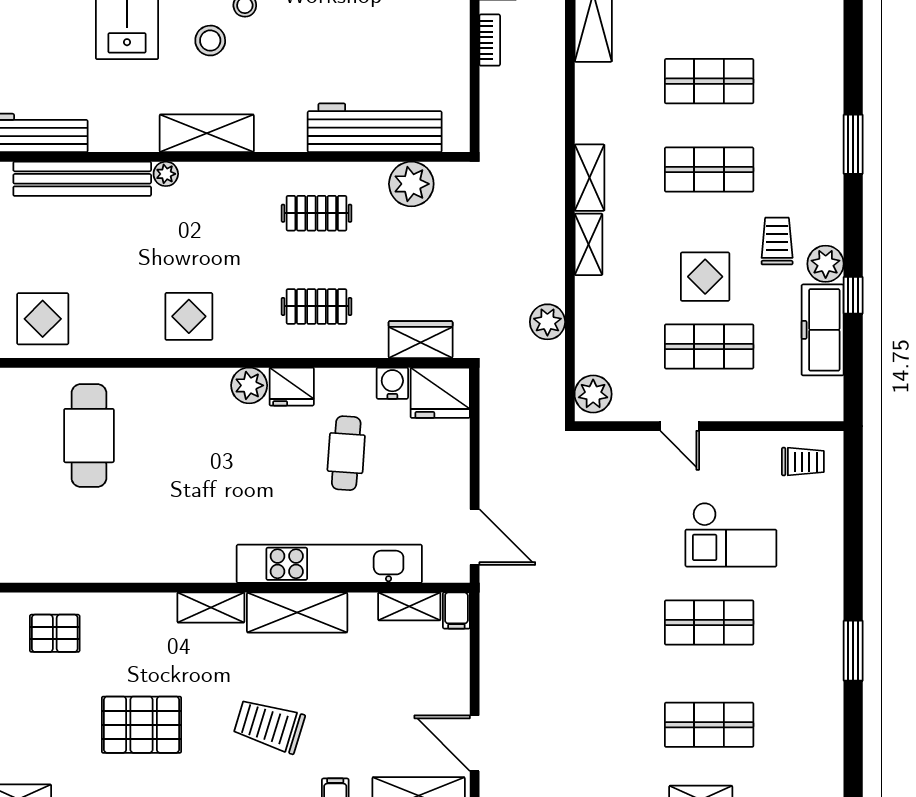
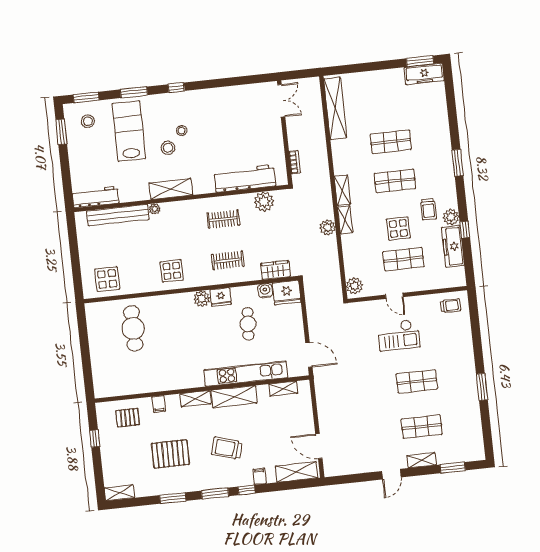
bookcase: (490, 40) -> (295, 162), moved
trolley: (777, 241) -> (428, 209), turned 180
plant: (547, 322) -> (328, 228), moved
checkout: (731, 535) -> (399, 335), moved
filing cabinet: (456, 610) -> (159, 404), moved

